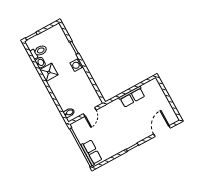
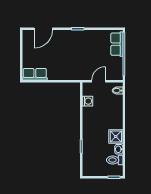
washing machine: (77, 65) -> (87, 101), moved
row of seats: (132, 97) -> (35, 74), moved

